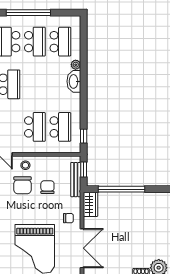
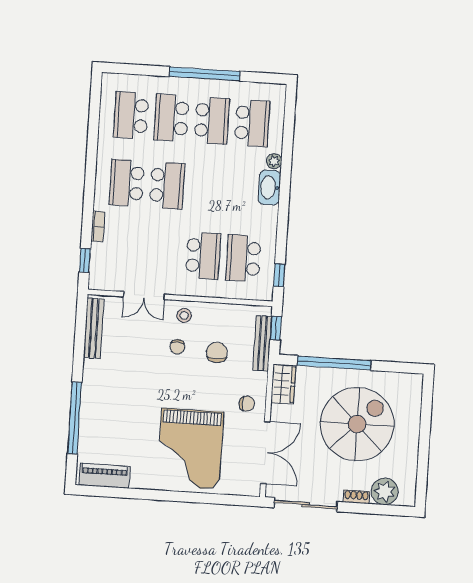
school desk: (60, 127) -> (243, 258), turned 180
chair: (22, 185) -> (177, 347), width x0.54, depth x0.54
spiral stairs: (139, 226) -> (357, 424), added

